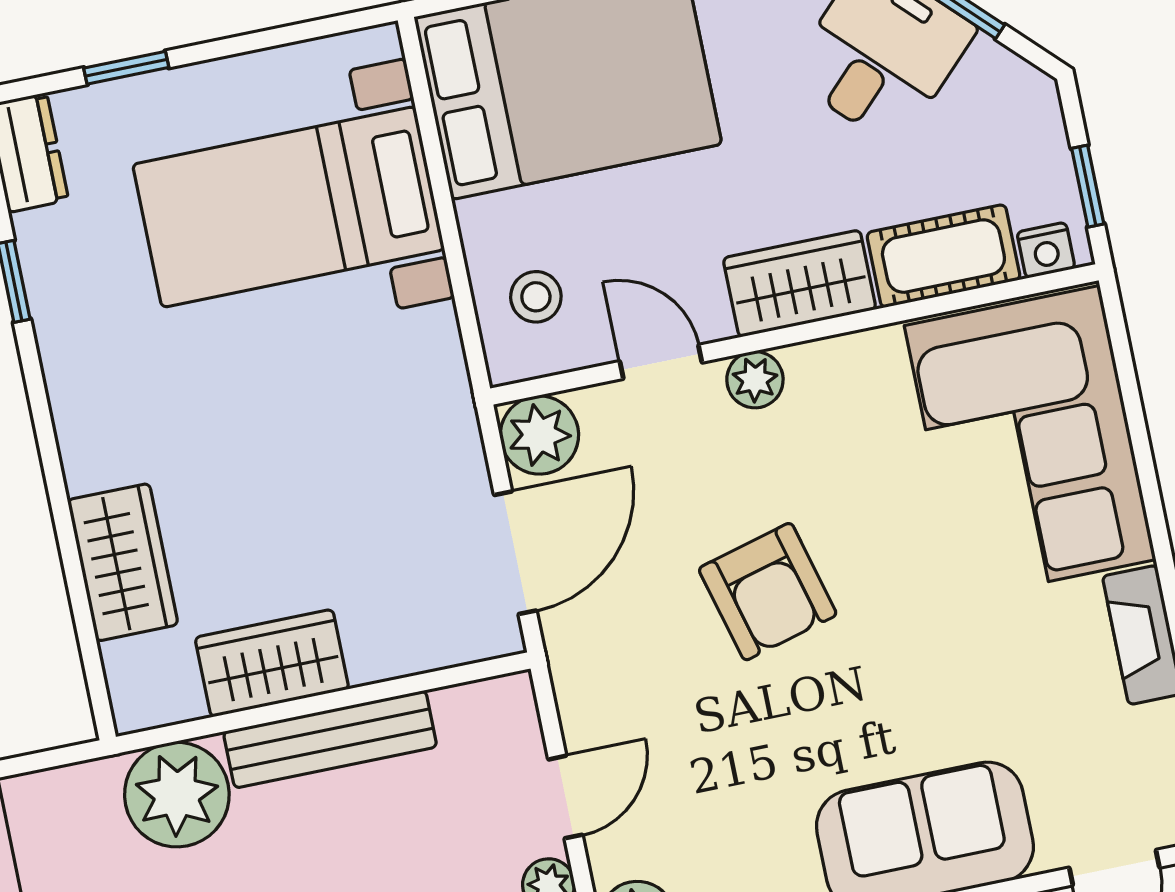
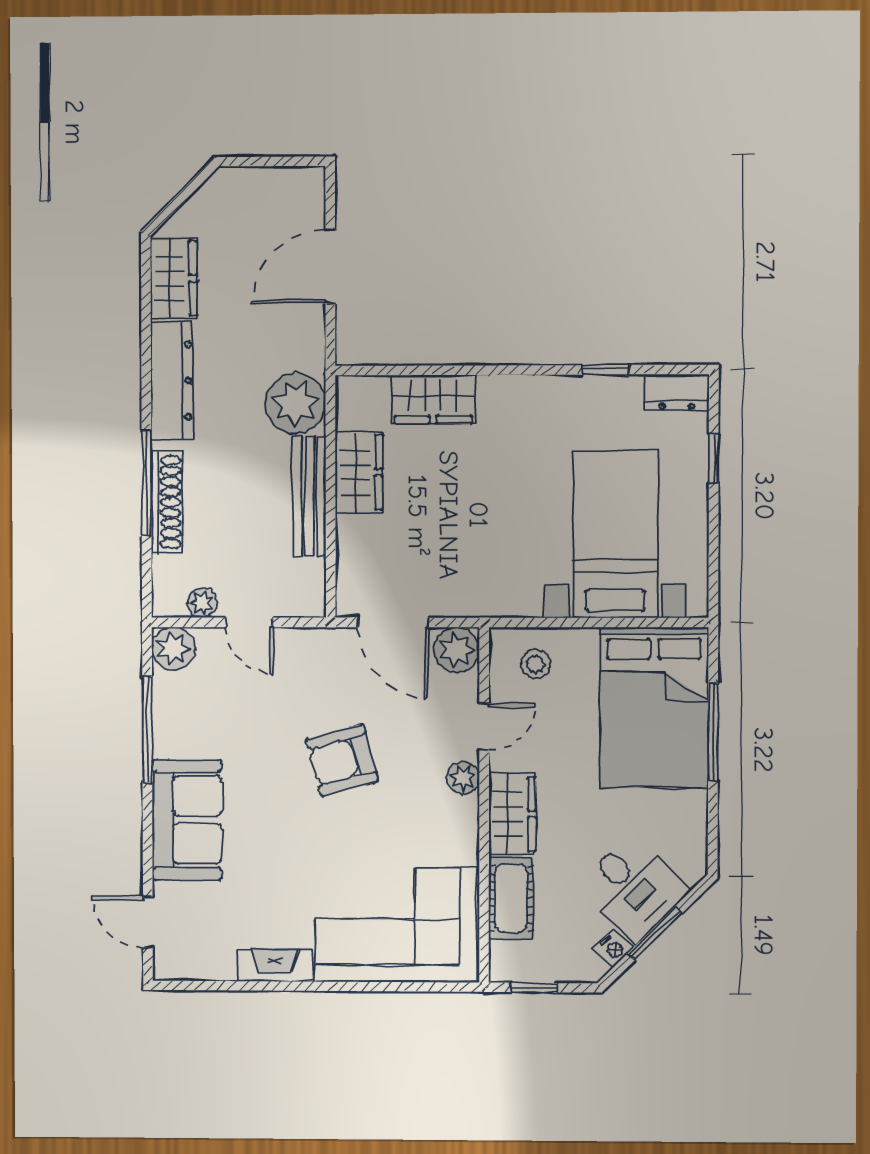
nightstand: (1046, 250) -> (613, 948), moved, turned -135

